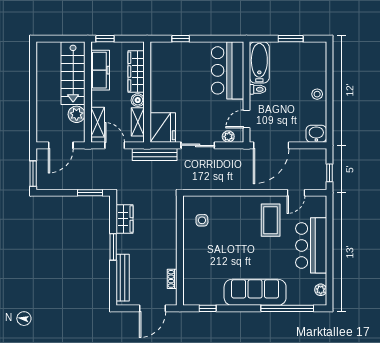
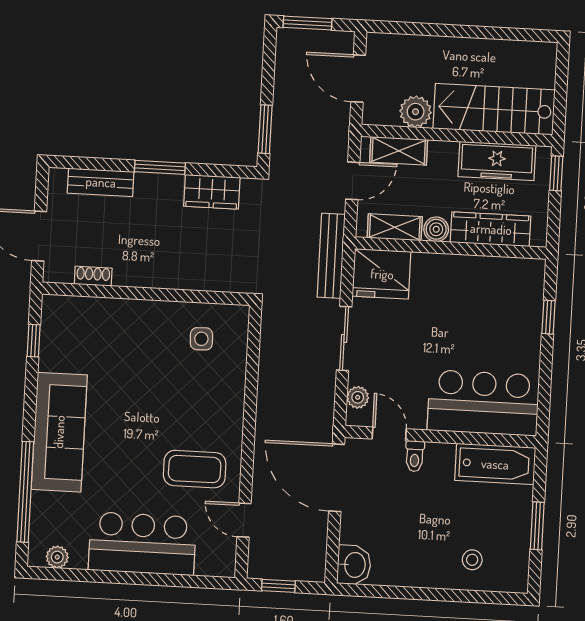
toilet: (258, 89) -> (415, 456), moved
stool: (317, 94) -> (472, 560), moved
bench: (123, 278) -> (101, 182), width x0.73

